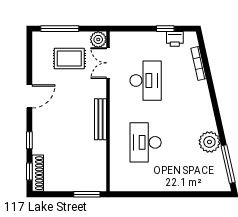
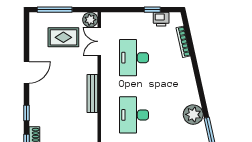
desk: (146, 81) -> (134, 58), turned 180

